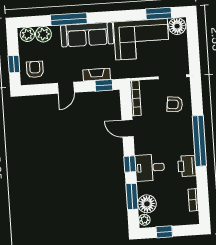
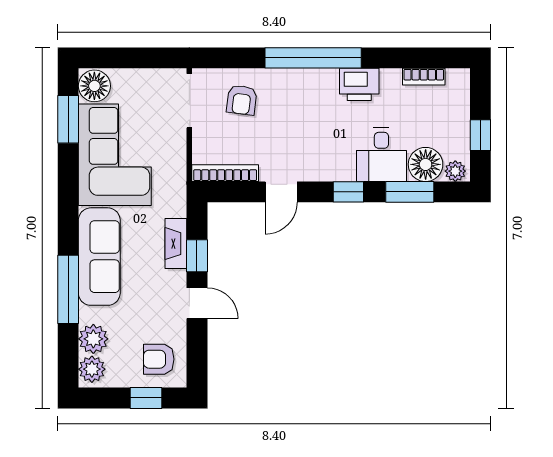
window: (104, 85) -> (197, 256), moved
desk: (150, 168) -> (381, 155), moved

